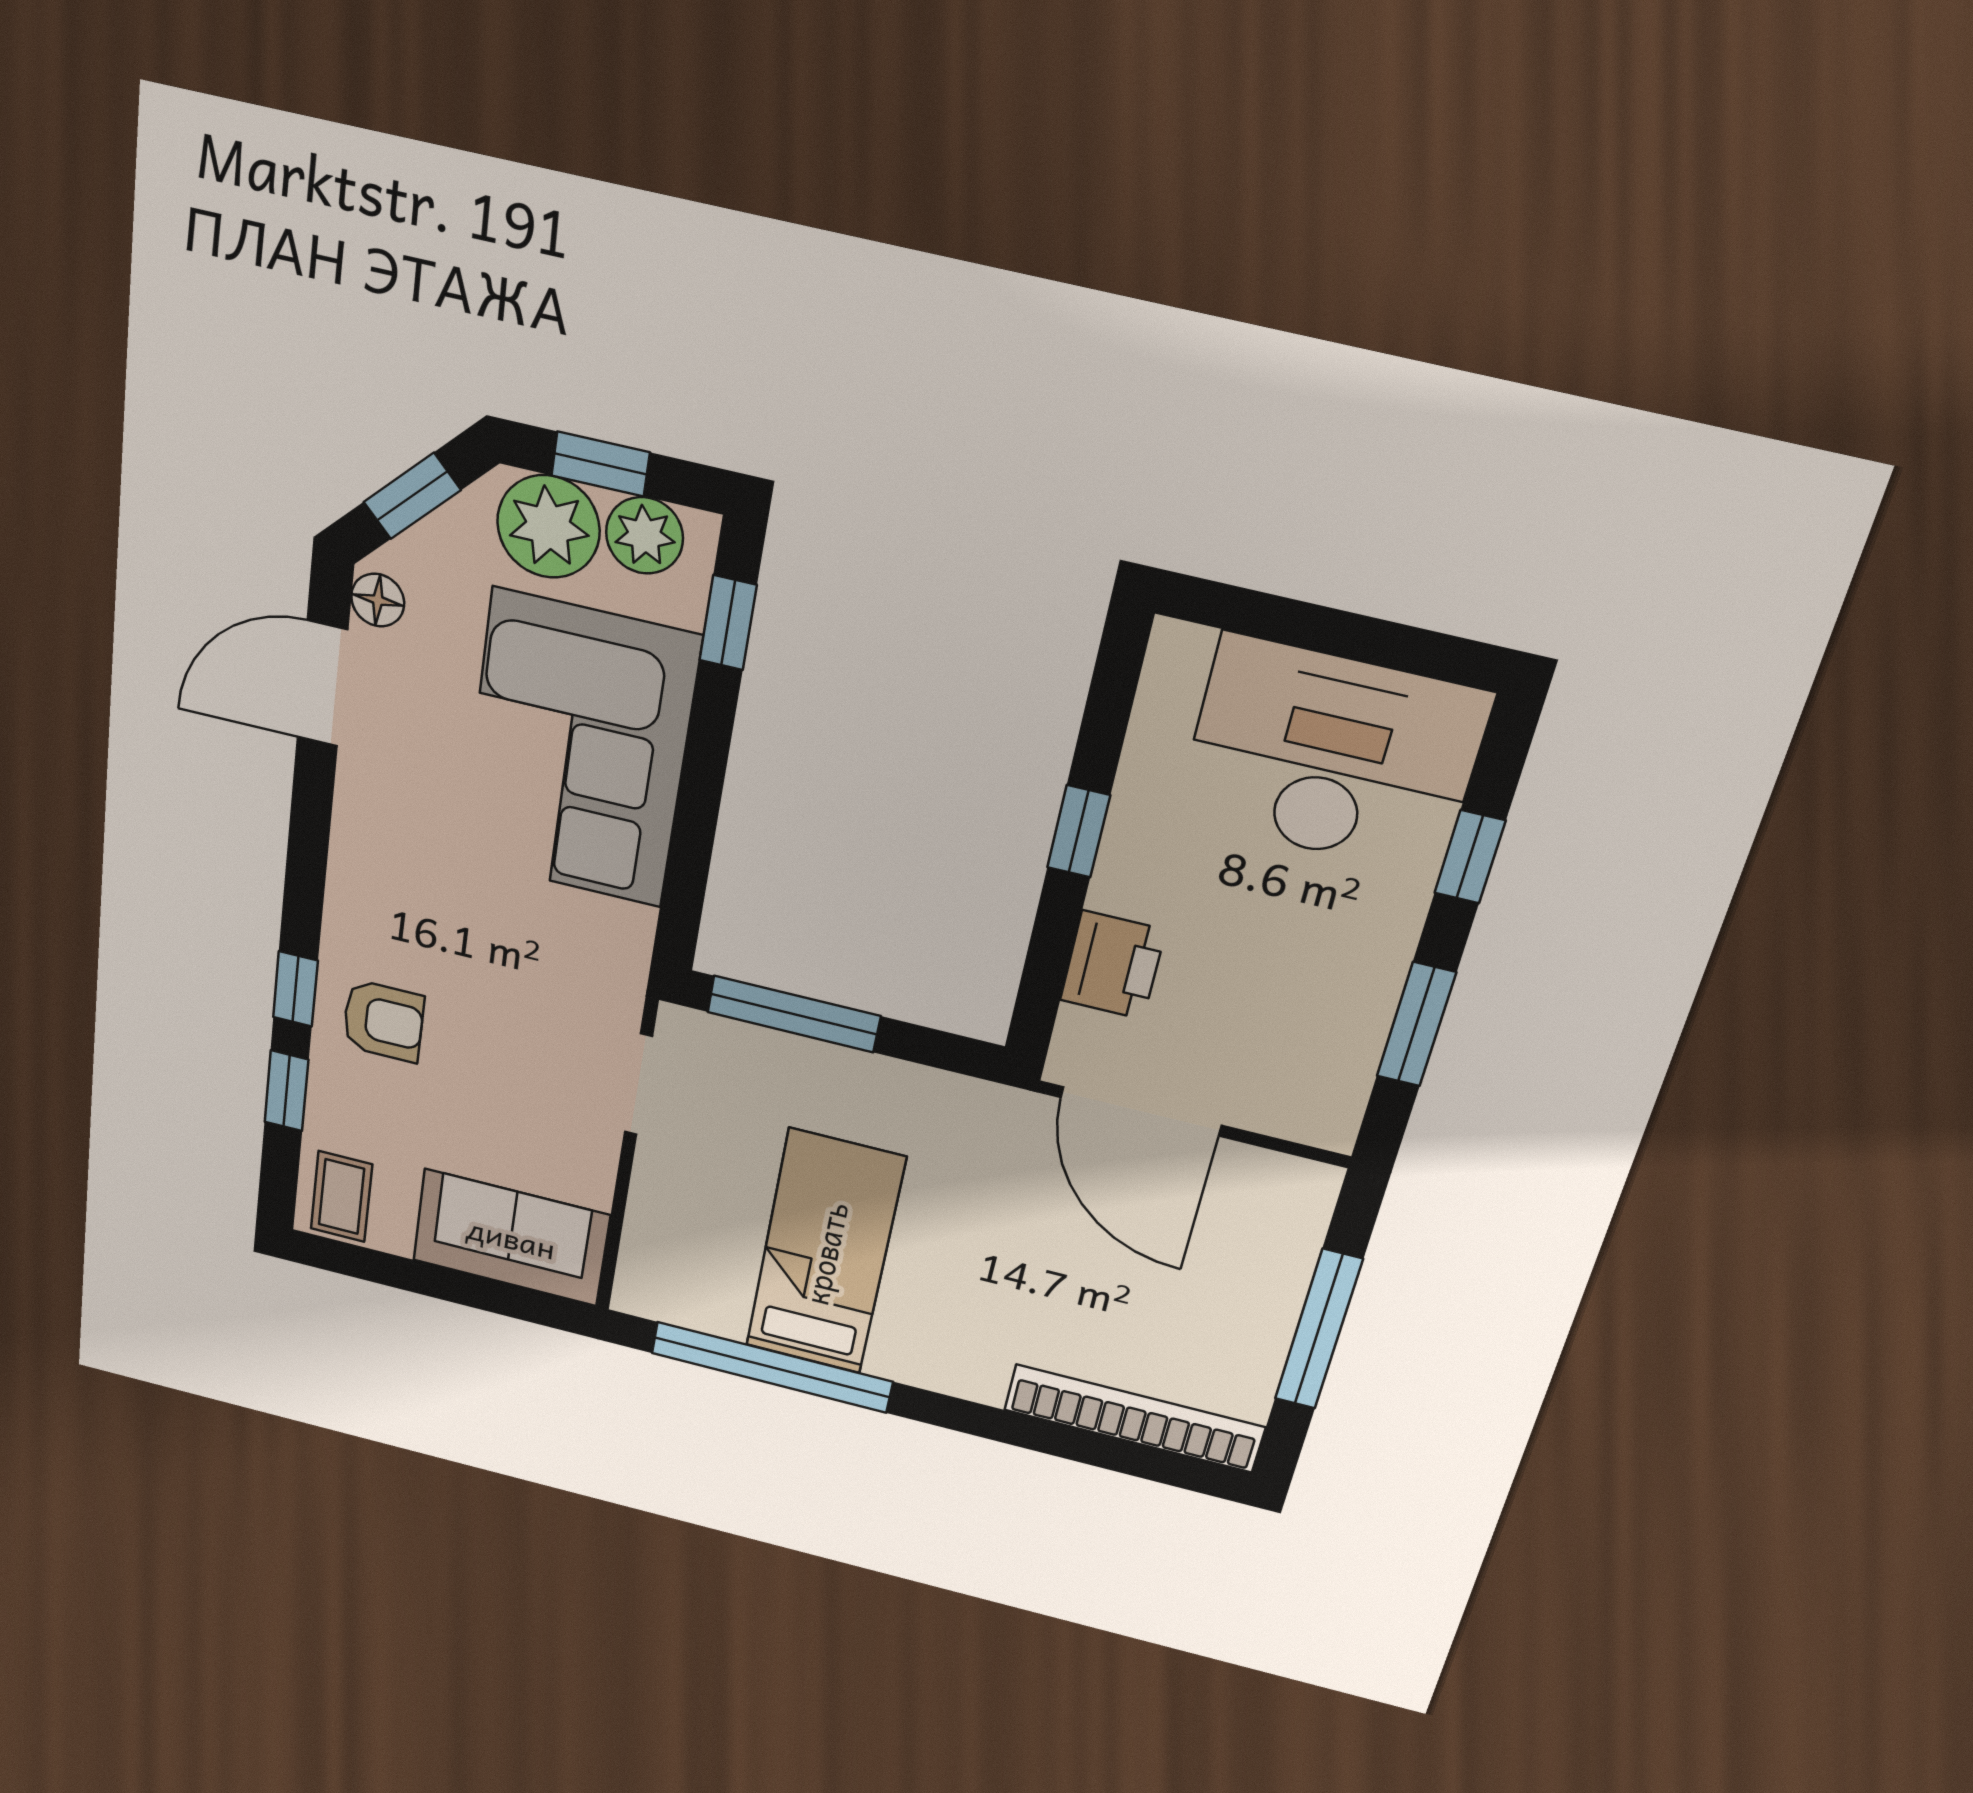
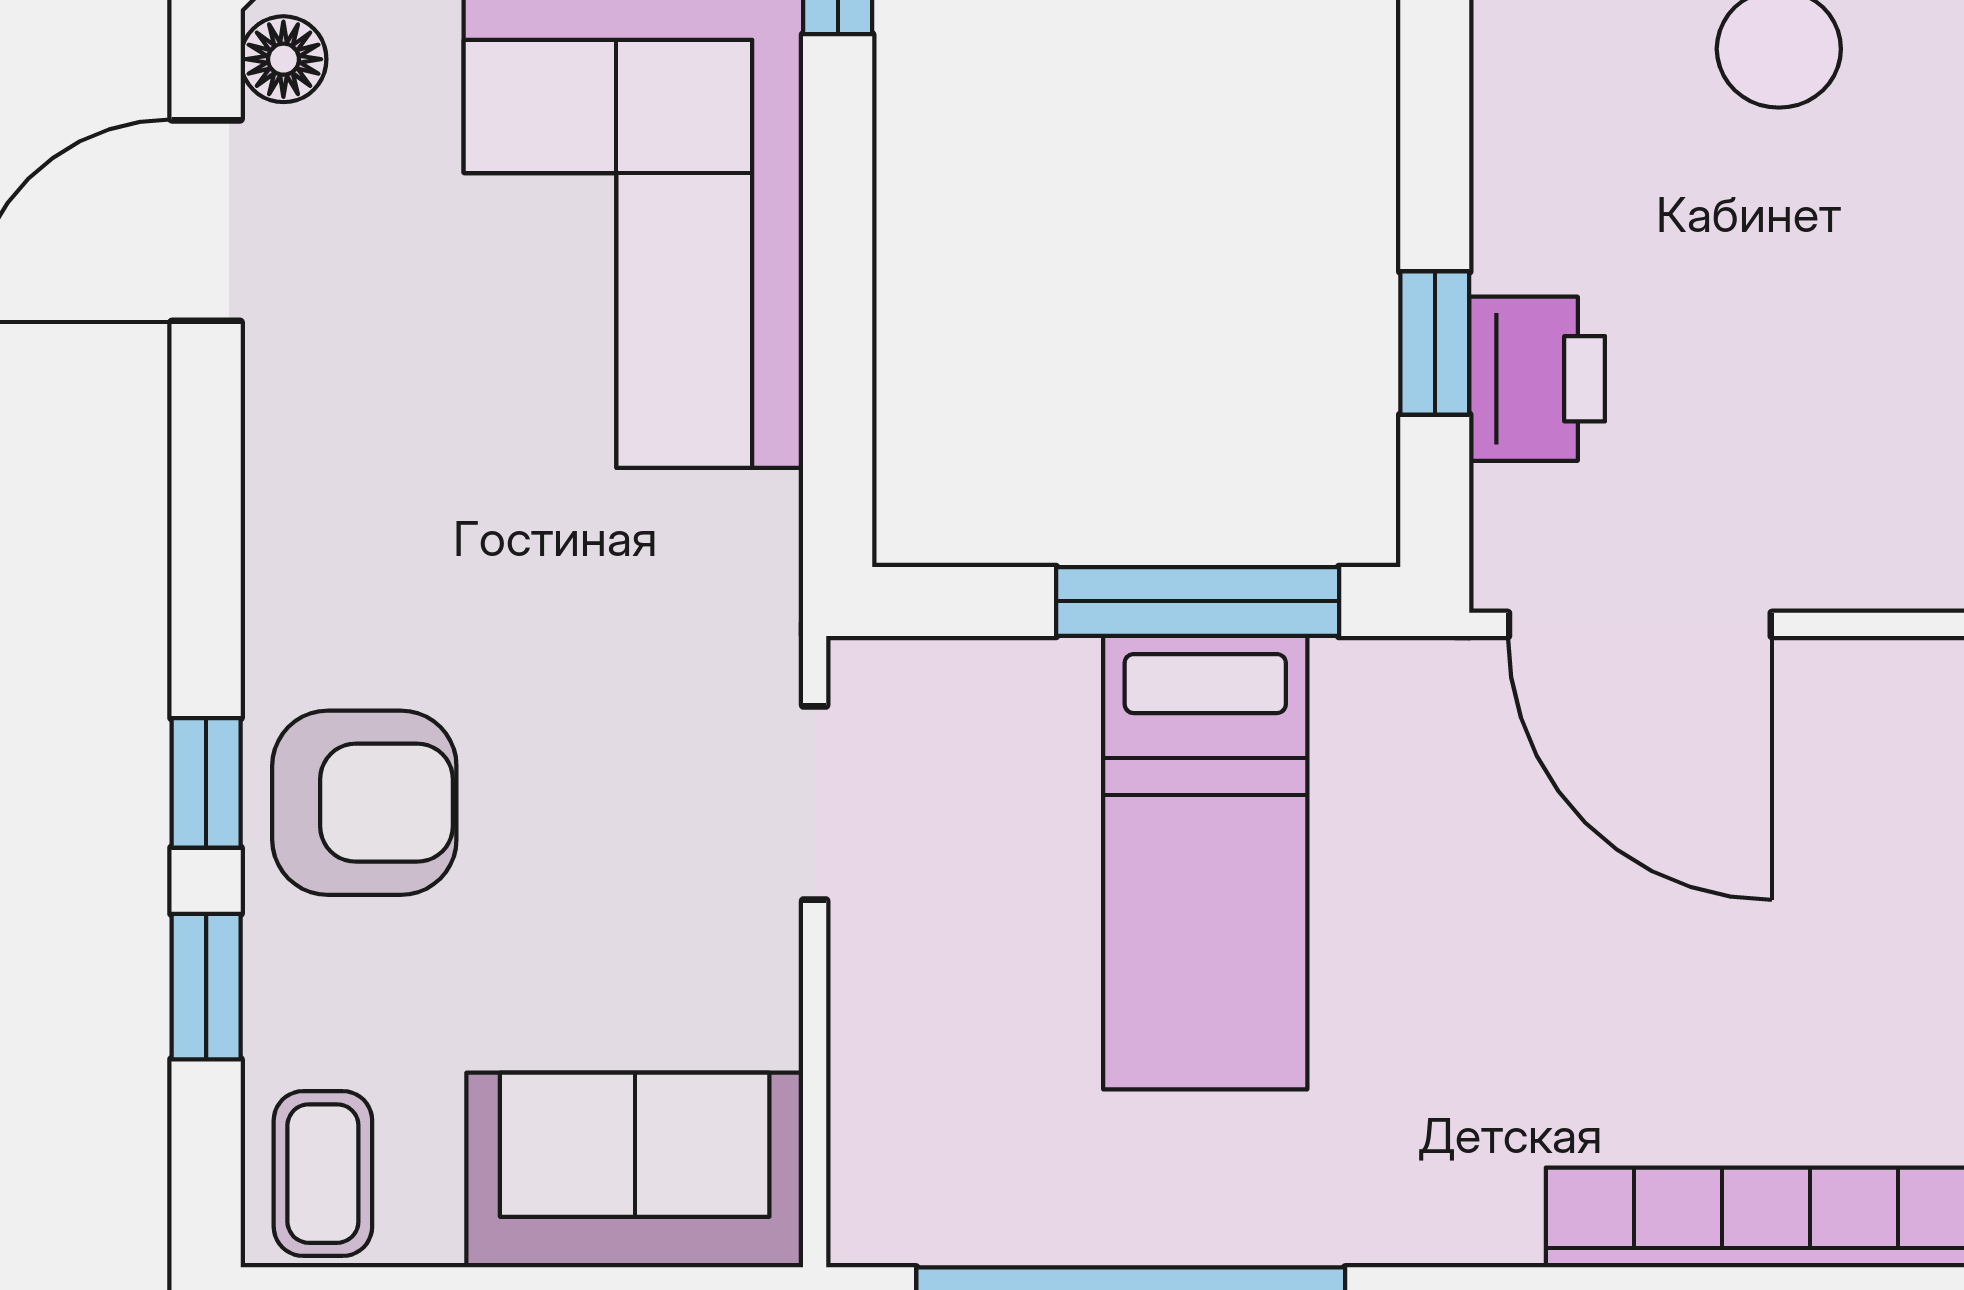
window: (1079, 831) -> (1435, 343), moved
window: (794, 1014) -> (1198, 601), moved
armchair: (383, 1021) -> (364, 803), width x1.38, depth x1.38
bed: (825, 1253) -> (1205, 863), moved, turned 180

